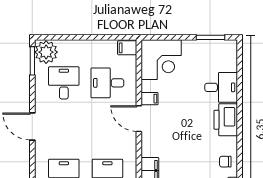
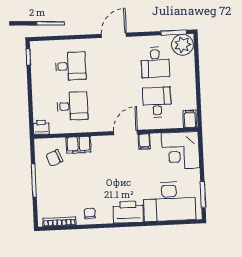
desk: (64, 83) -> (155, 62), turned 90
desk: (221, 87) -> (169, 202), width x1.87, depth x1.30

